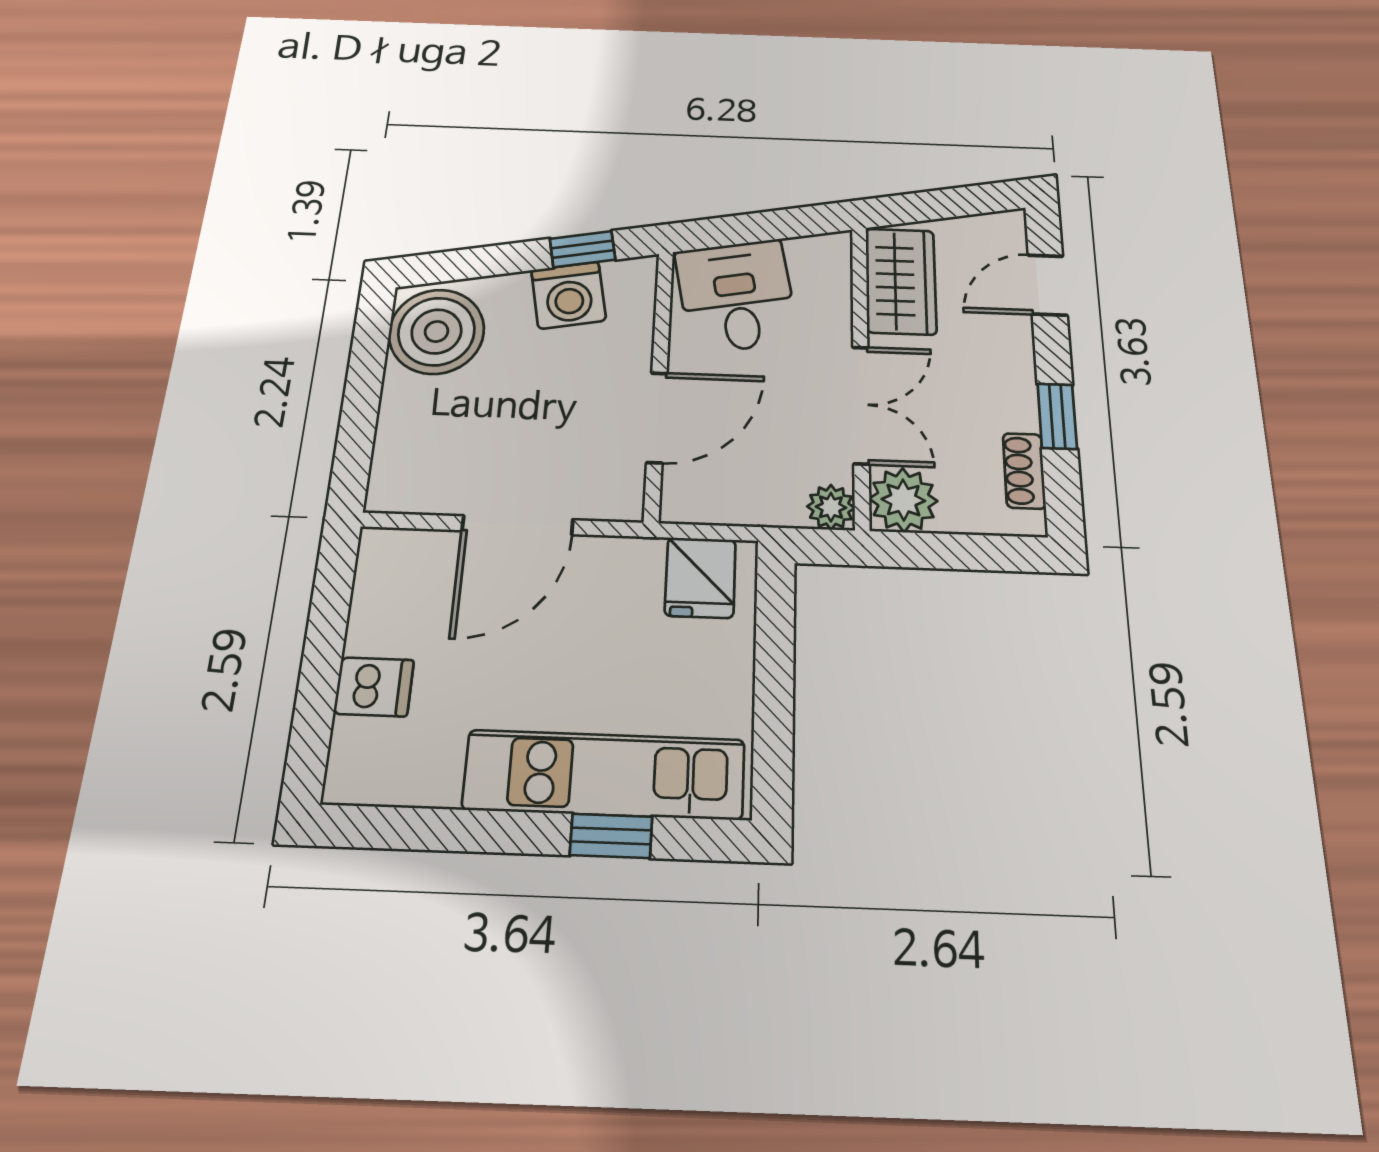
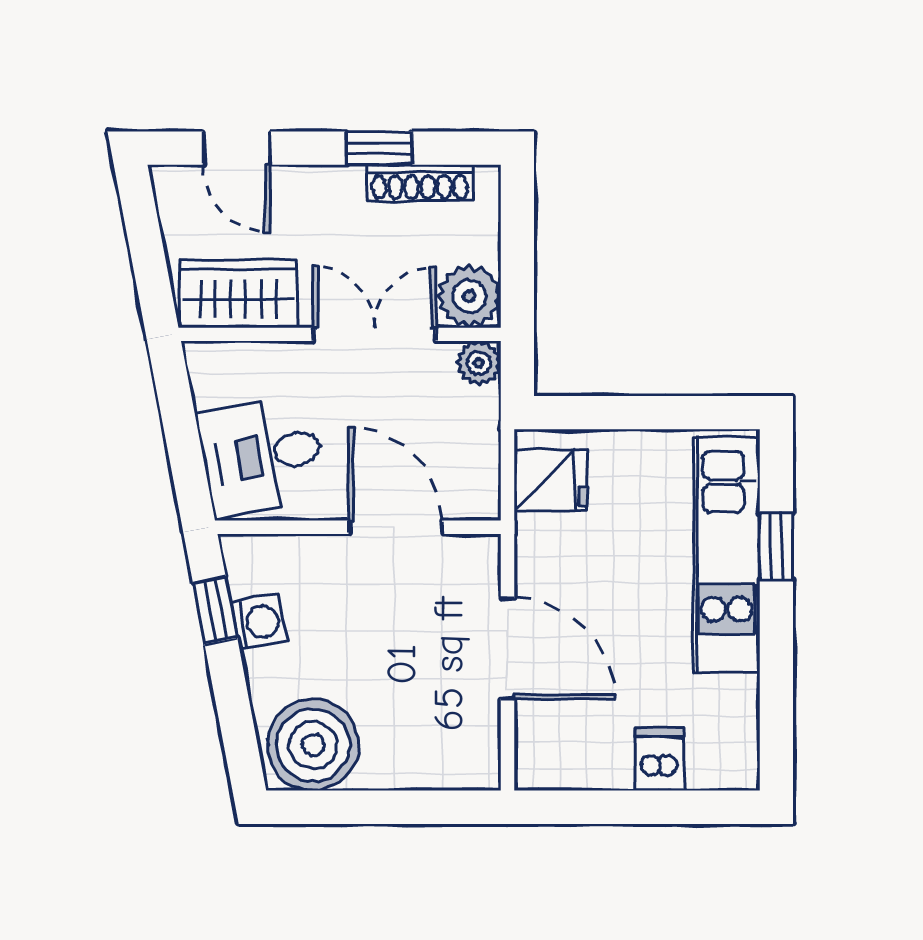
washing machine: (569, 295) -> (259, 622), width x0.73, depth x0.73
shoe rack: (1024, 471) -> (420, 183), width x1.43

